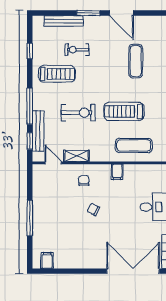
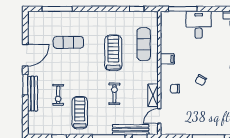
bench: (64, 21) -> (33, 94), moved
treadmill: (124, 111) -> (113, 53), turned 180
exercise bike: (78, 113) -> (114, 94), width x0.73, depth x0.72

